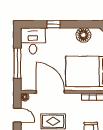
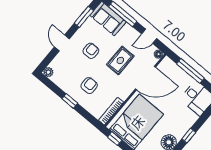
window: (54, 24) -> (189, 136), moved

